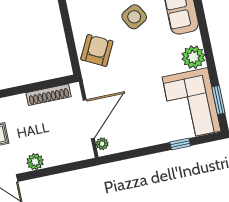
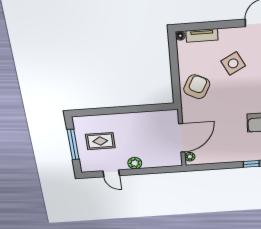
shoe rack: (49, 95) -> (151, 116), removed

